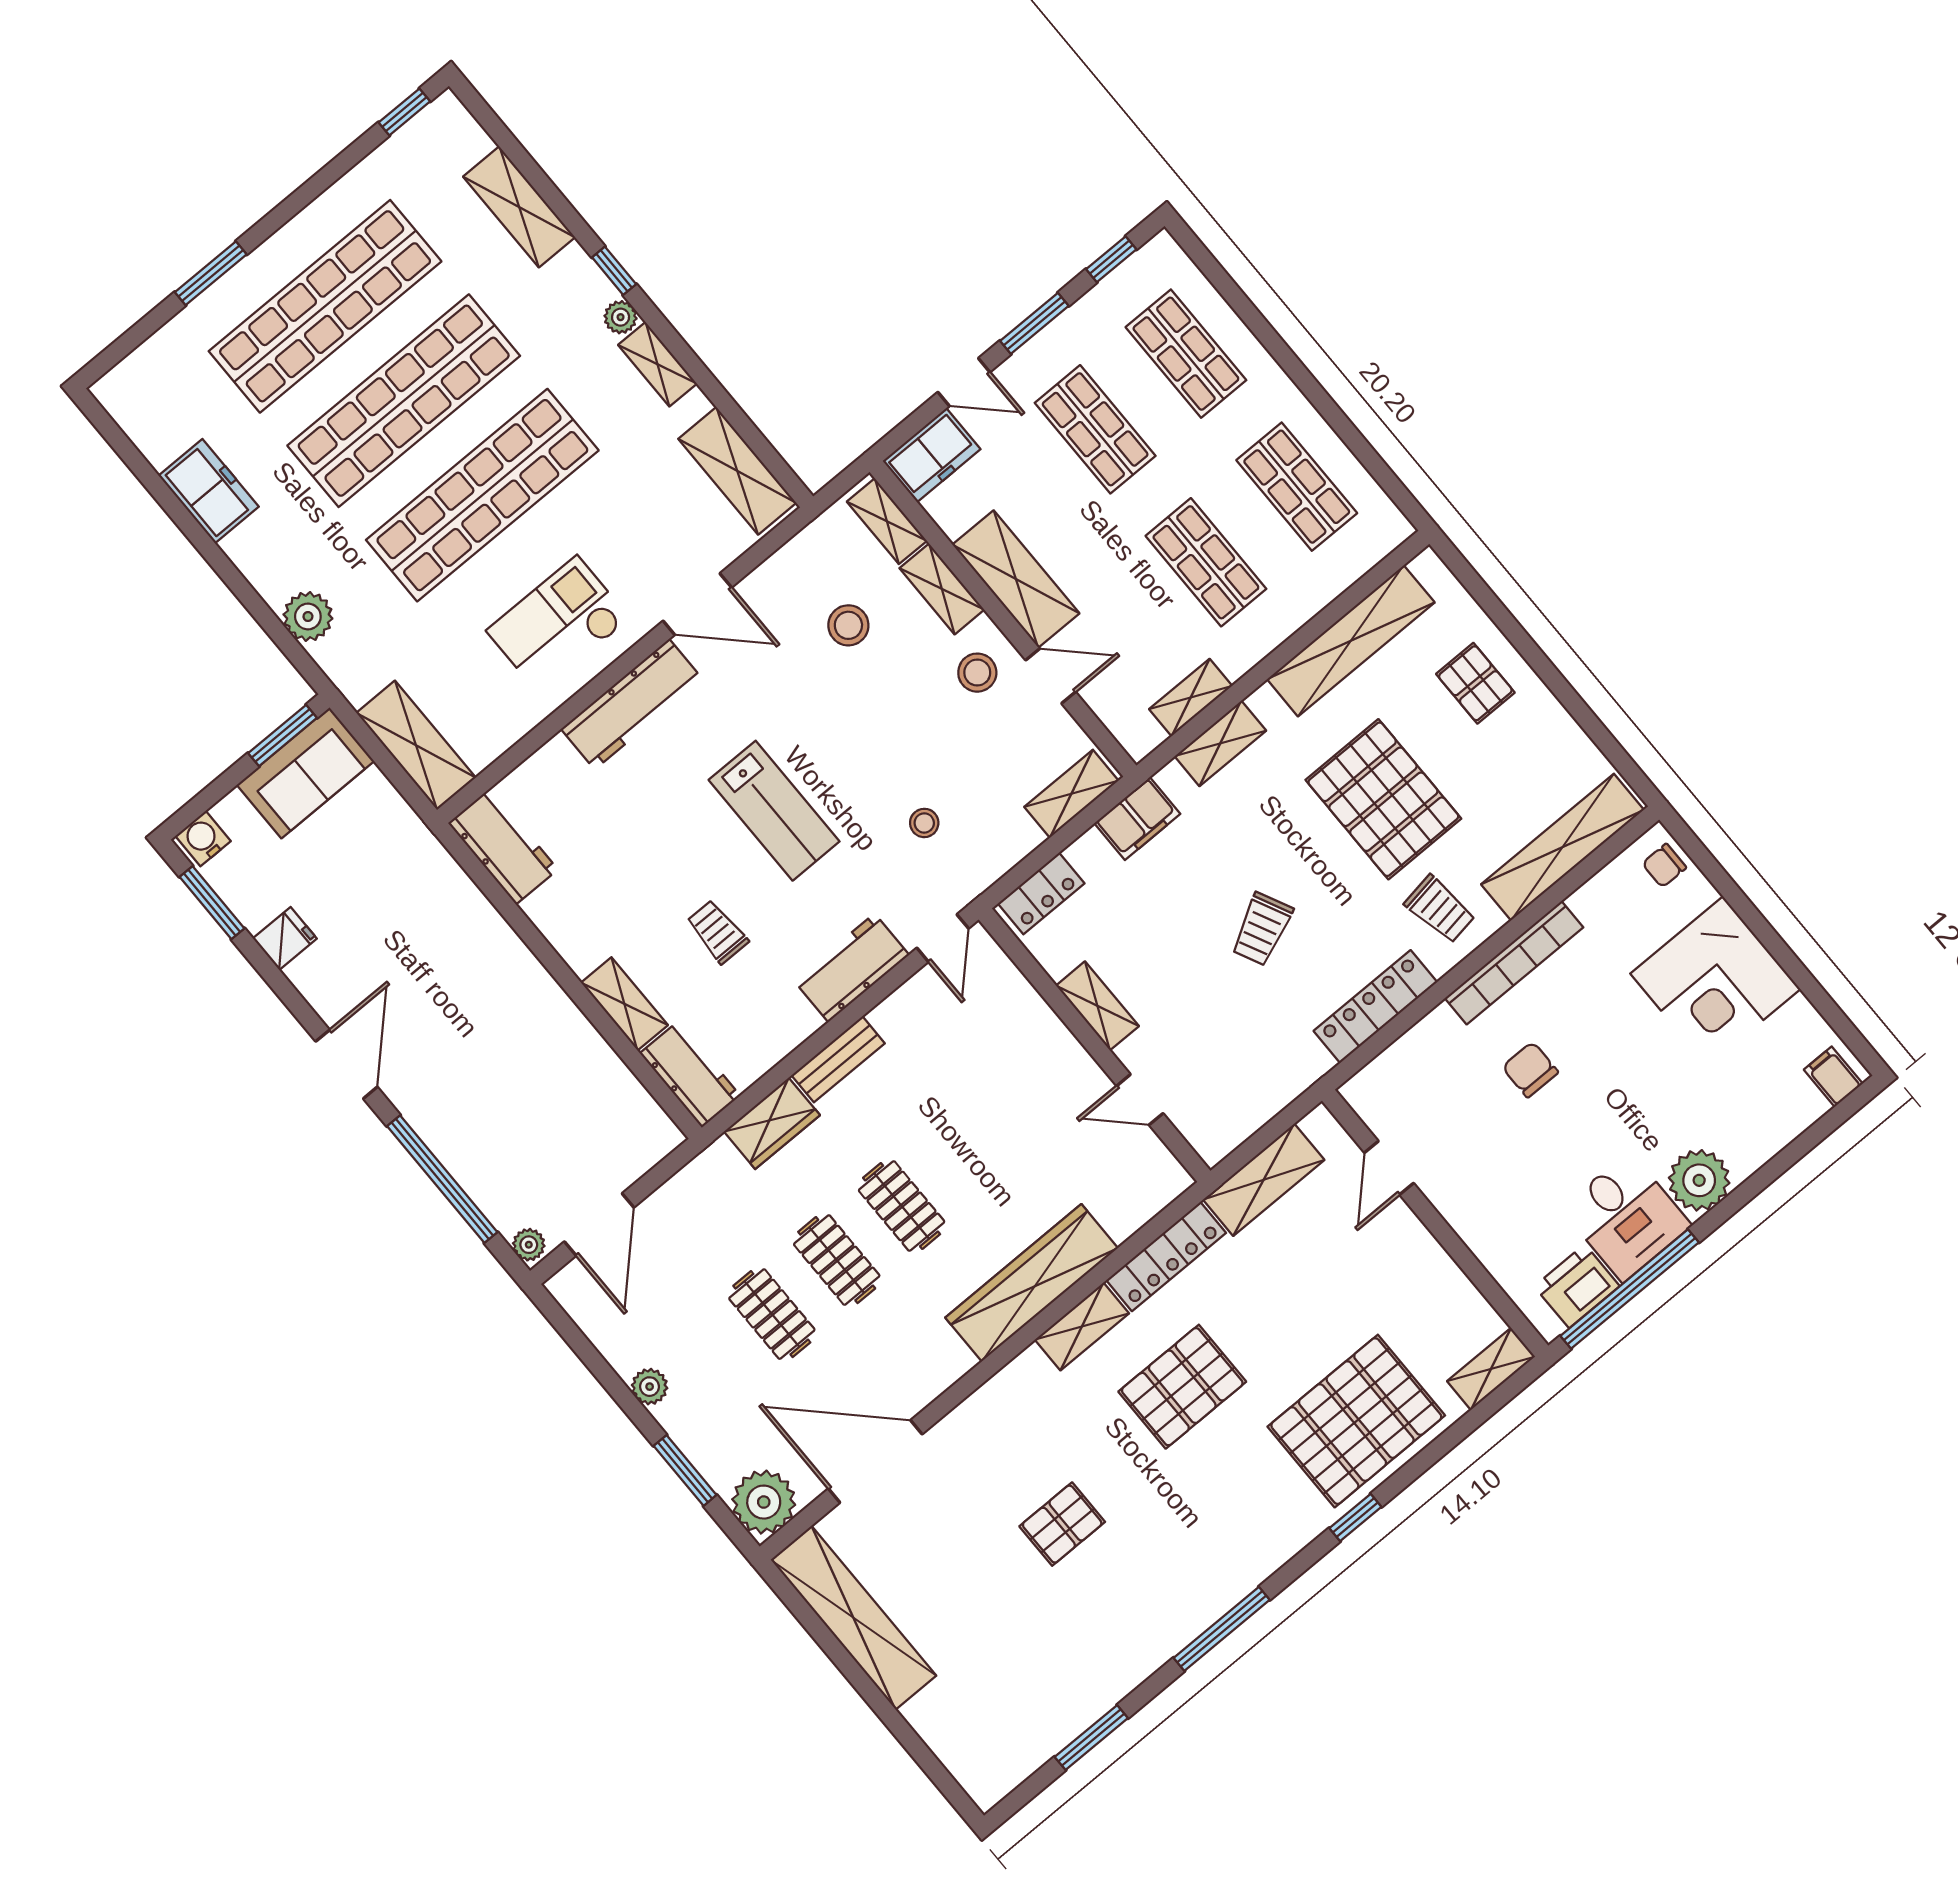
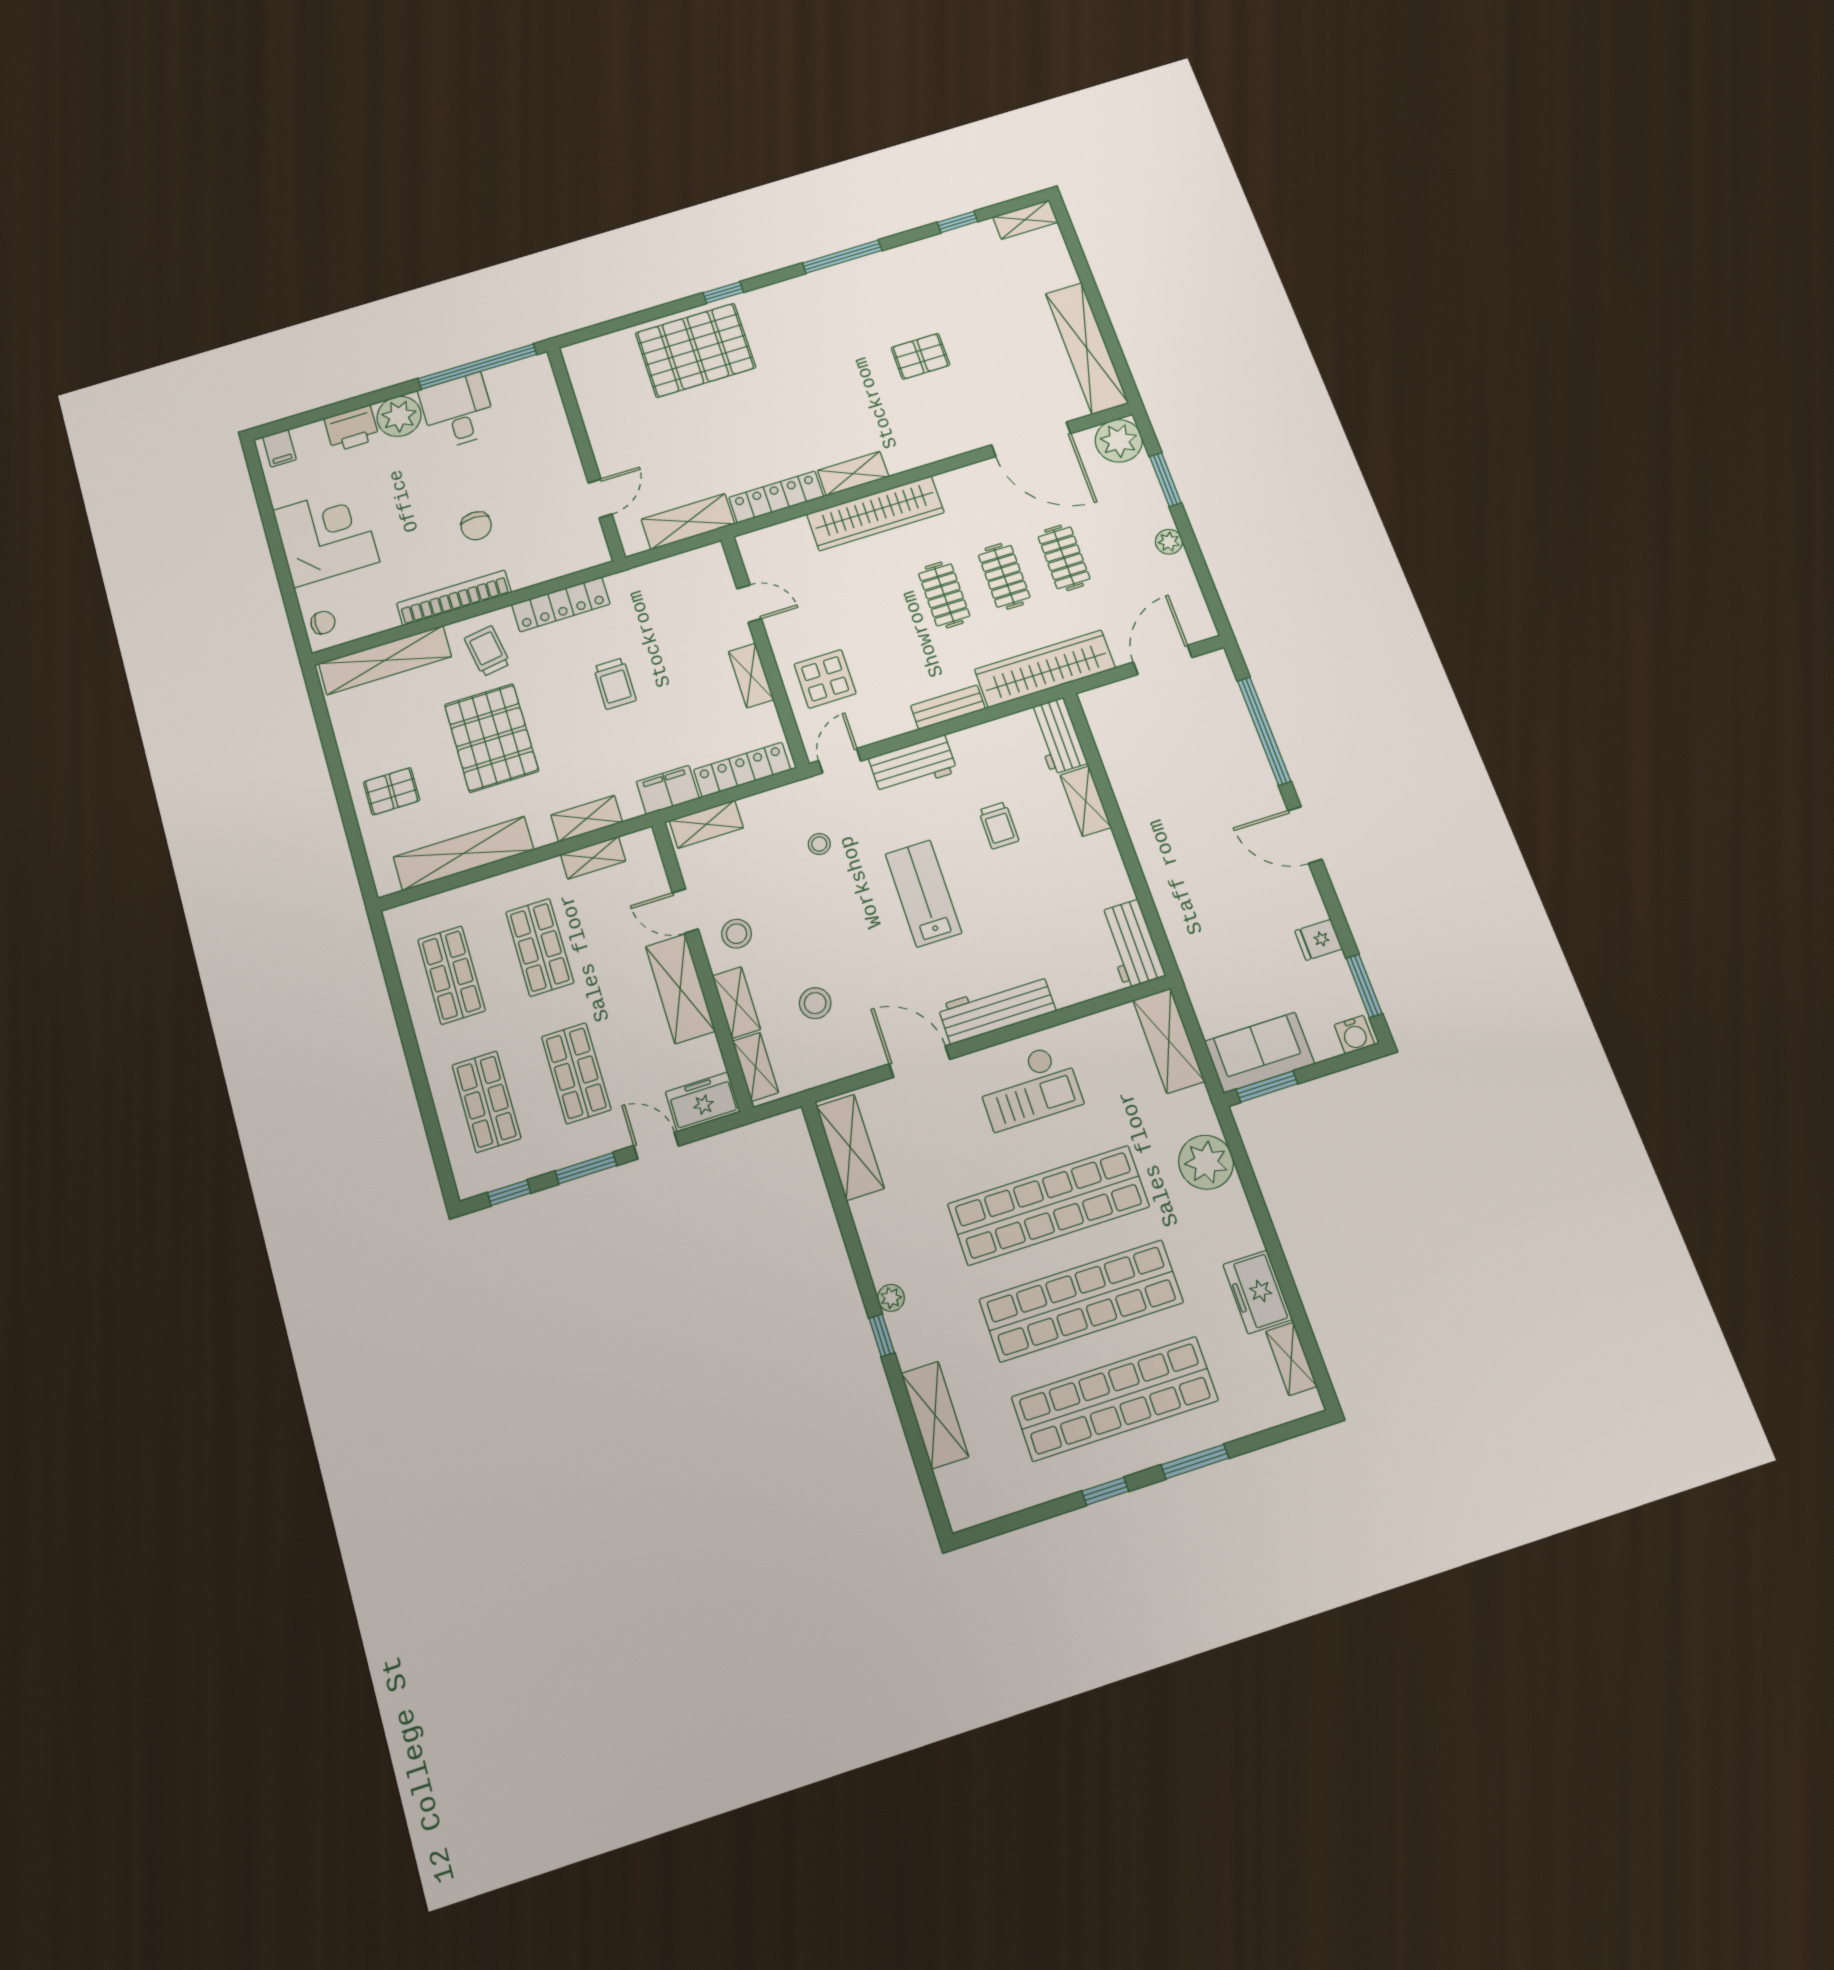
window: (404, 112) -> (1105, 1491), moved
shelving: (658, 364) -> (1291, 1359), moved
plant: (308, 617) -> (1206, 1162), width x1.36, depth x1.36
pallet: (1475, 683) -> (392, 791), turned 90
locker: (1041, 893) -> (742, 770), width x1.53
trolley: (1262, 929) -> (615, 684), turned 116
display table: (1004, 1037) -> (825, 679), added
door: (347, 1064) -> (1305, 835), hinge flipped
wardrobe: (772, 1123) -> (1045, 669), width x2.10, depth x1.17
plant: (529, 1245) -> (1218, 665), removed
printer: (1577, 1286) -> (352, 429), moved
shelving: (1491, 1369) -> (1025, 220), moved
pallet: (1182, 1387) -> (802, 412), removed
window: (1091, 1738) -> (957, 222), width x0.67

